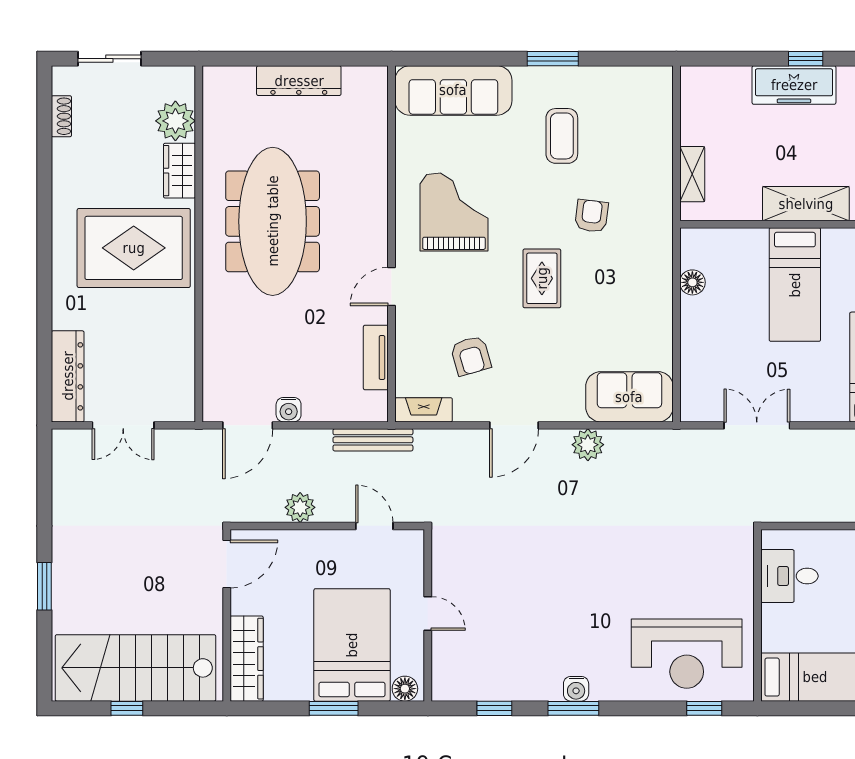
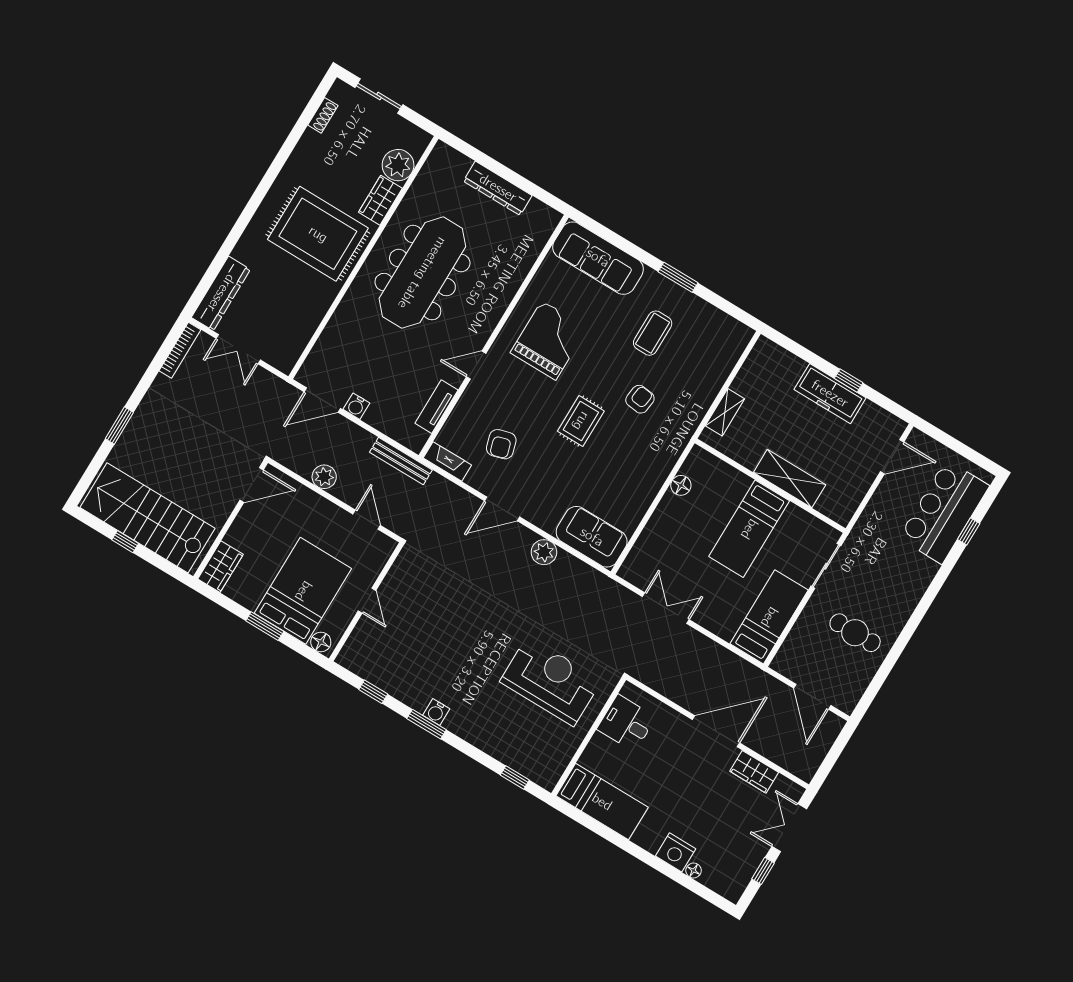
bookcase: (61, 465) -> (180, 350), added
reception desk: (687, 654) -> (551, 681), moved, turned 180
wardrobe: (247, 659) -> (220, 567), width x0.67

